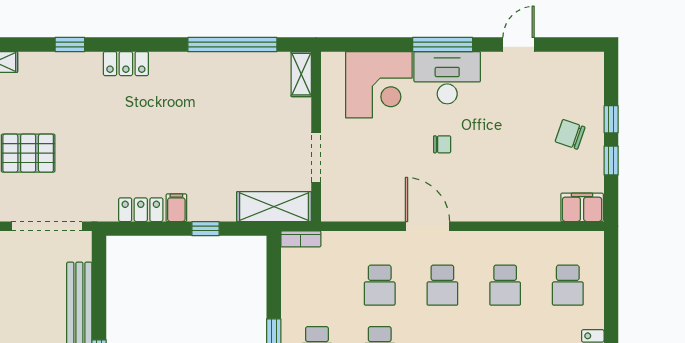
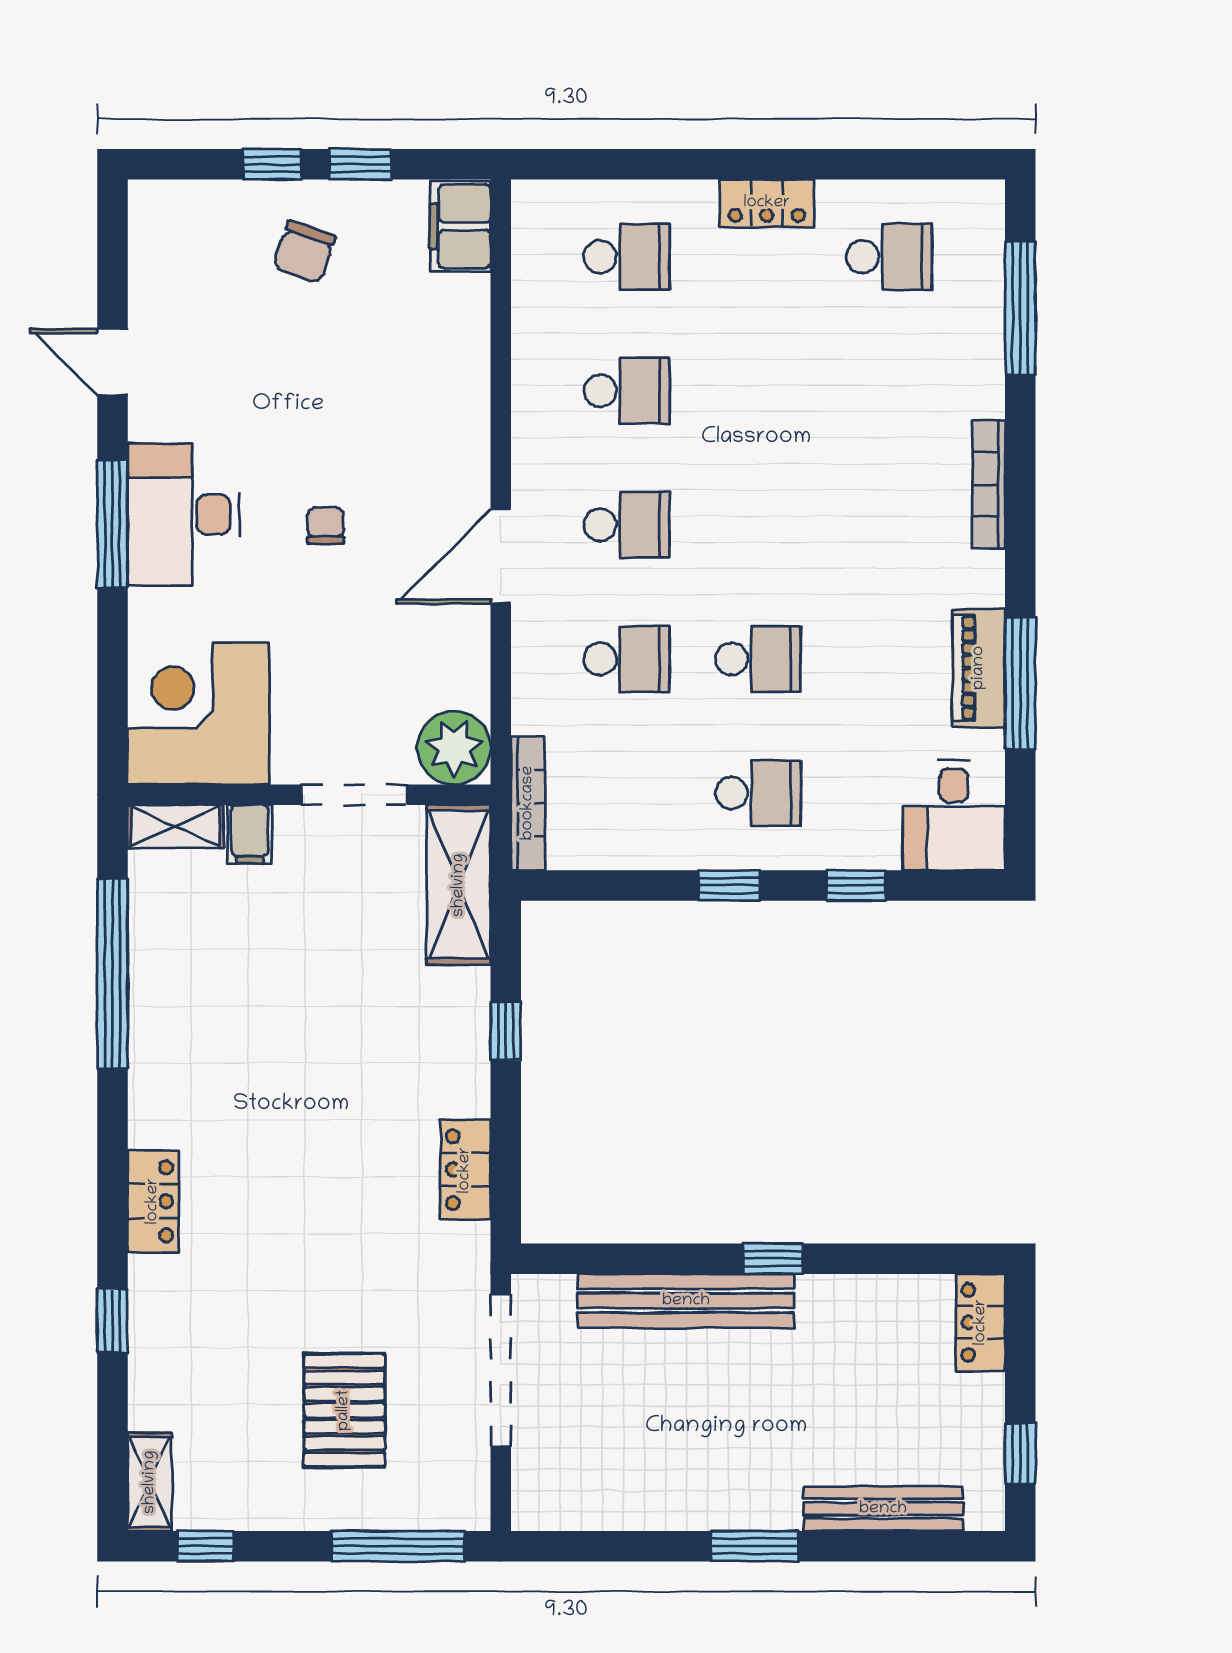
corner desk: (379, 85) -> (198, 714), moved, turned -90
plant: (338, 204) -> (454, 748), added
filing cabinet: (176, 208) -> (250, 834), moved, turned -90
bookcase: (301, 239) -> (528, 803), width x1.56

